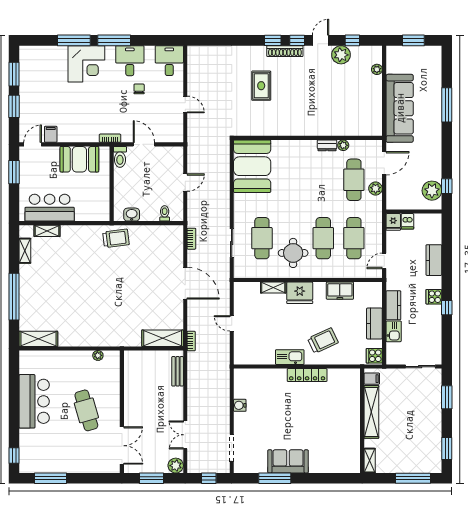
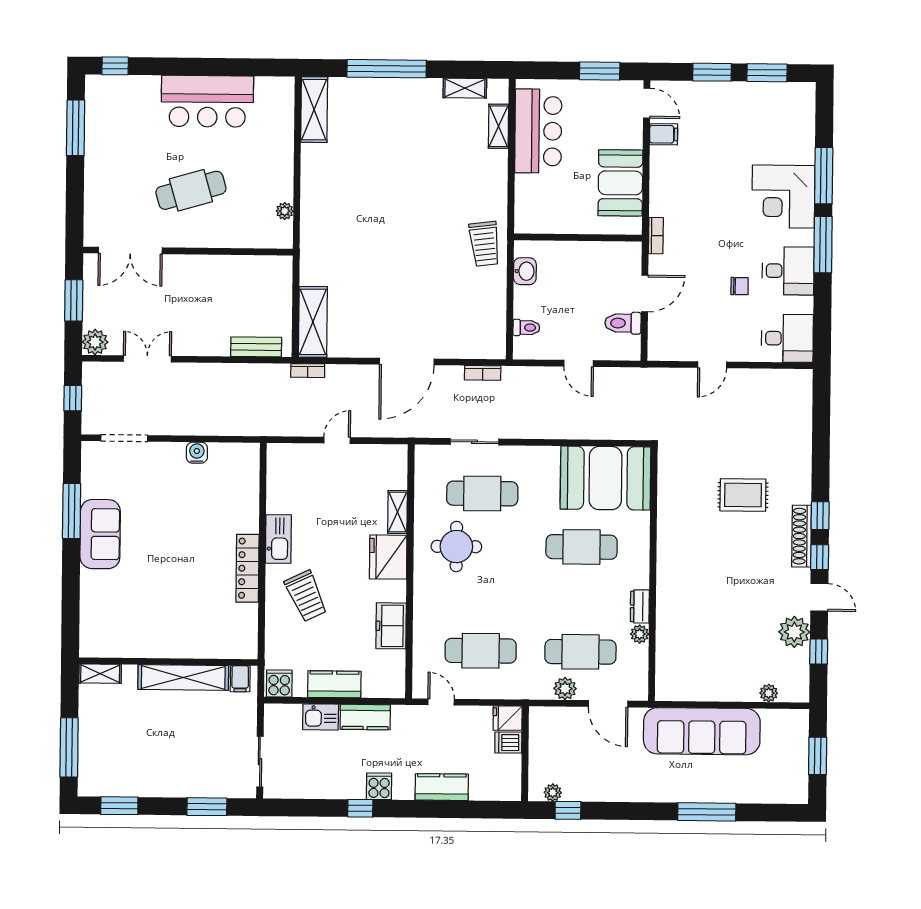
toilet: (120, 157) -> (623, 323), moved
plant: (432, 191) -> (553, 793), width x0.53, depth x0.53
cafe table: (323, 238) -> (582, 547), moved

